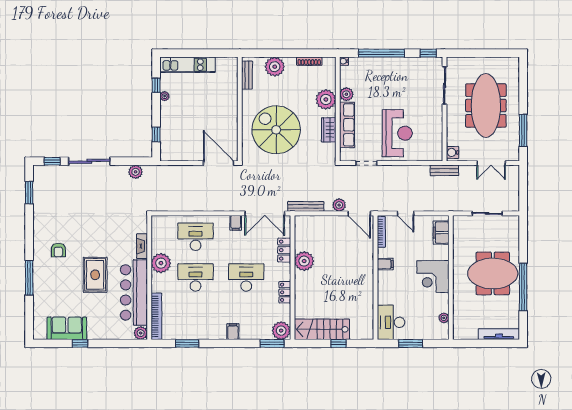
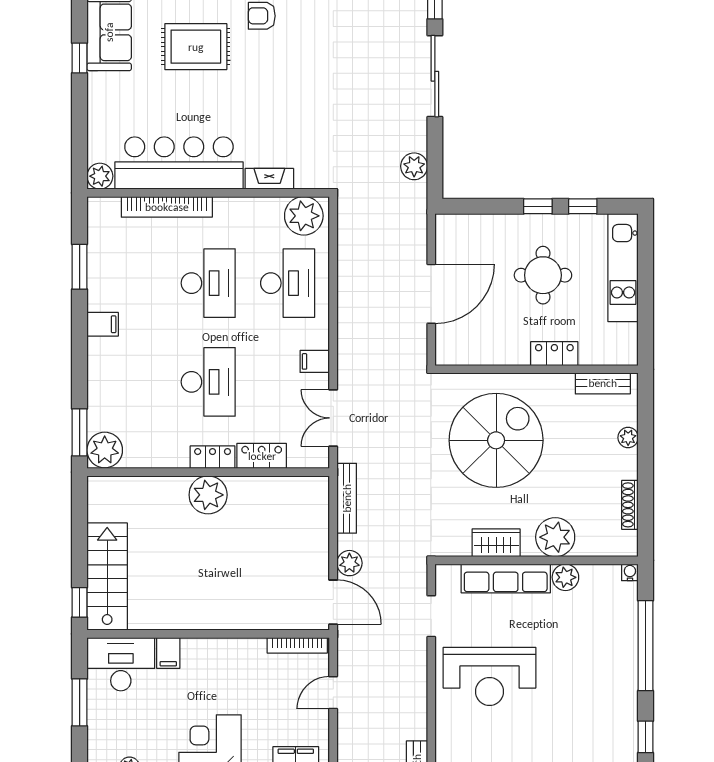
plant: (275, 67) -> (628, 438), width x0.53, depth x0.53
plant: (165, 96) -> (562, 223), removed
locker: (232, 100) -> (554, 354), added
round table: (191, 106) -> (543, 275), added
window: (156, 135) -> (538, 206), moved
door: (219, 163) -> (431, 294), moved
double door: (265, 213) -> (333, 418), width x0.73
door: (359, 213) -> (333, 602), swing flipped
plant: (304, 261) -> (208, 495), moved
plant: (161, 263) -> (304, 216), moved
filing cabinet: (385, 264) -> (168, 653), moved
rug: (95, 275) -> (196, 47), moved
locker: (285, 292) -> (213, 457), moved
bookcase: (156, 316) -> (167, 207), moved
stairs: (322, 329) -> (107, 577), moved
filing cabinet: (233, 332) -> (103, 324), moved
window: (338, 343) -> (80, 602), moved

